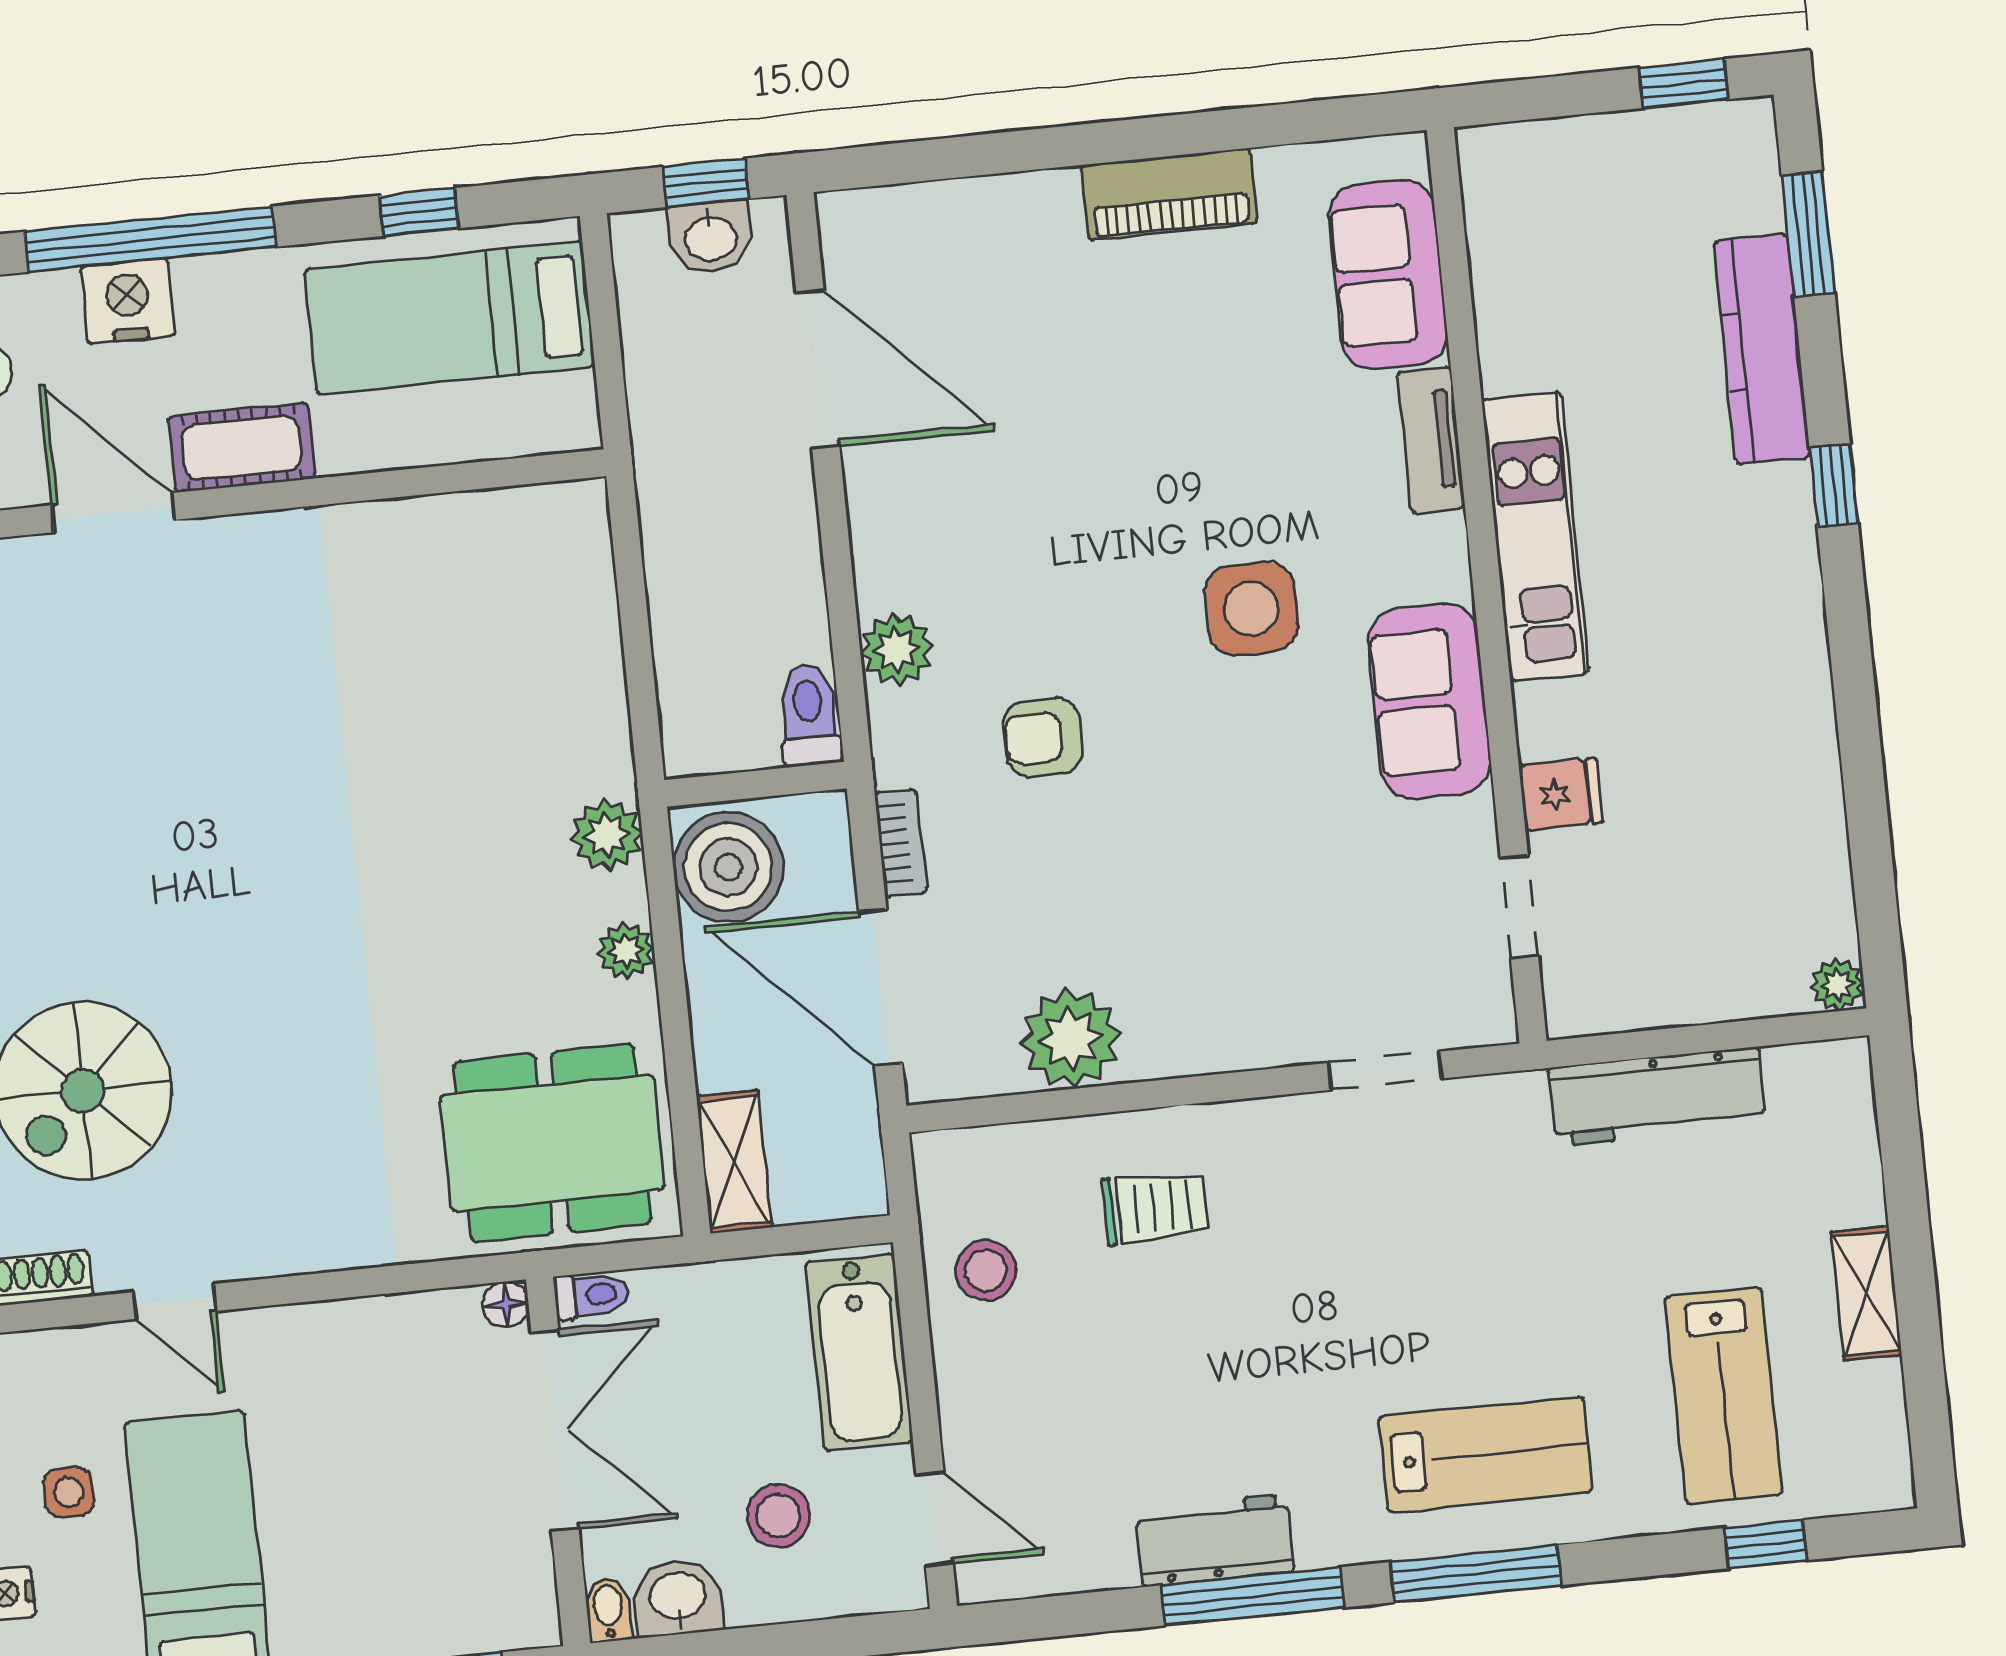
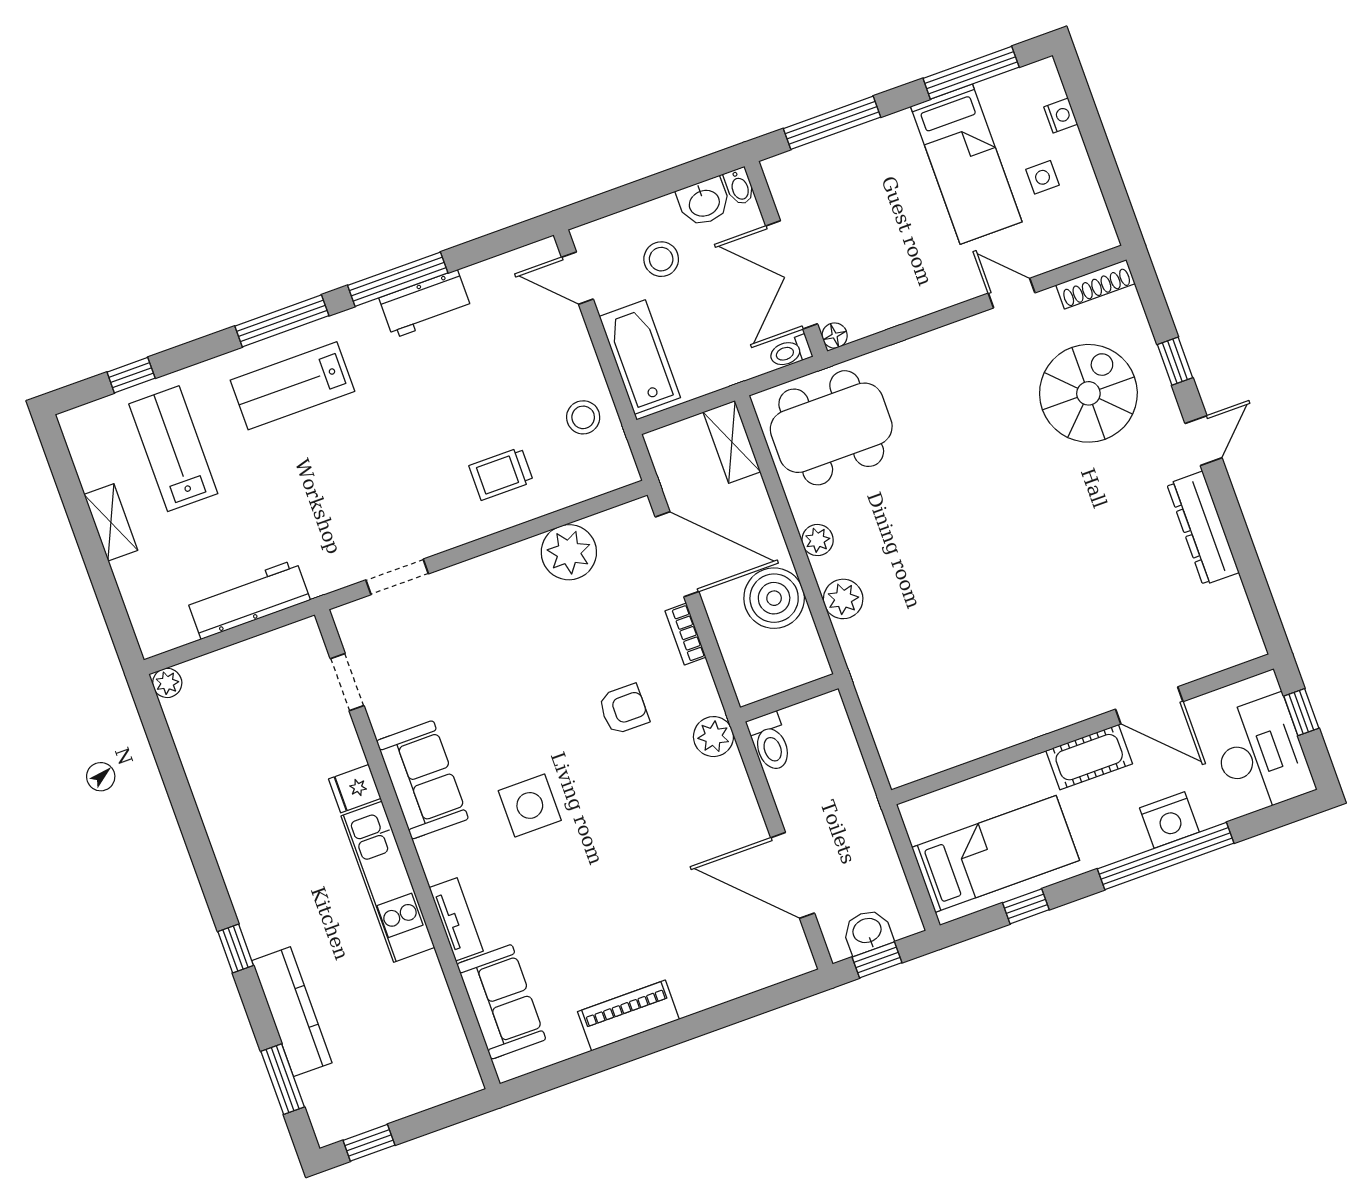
toilet: (809, 715) -> (770, 742), moved
wall: (756, 784) -> (789, 698), moved
fridge: (1561, 794) -> (355, 789), moved

